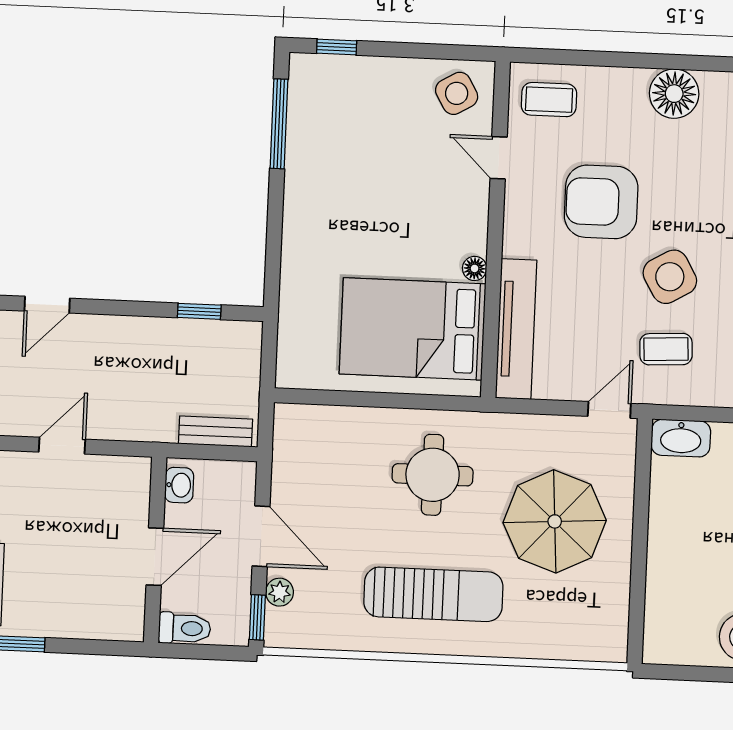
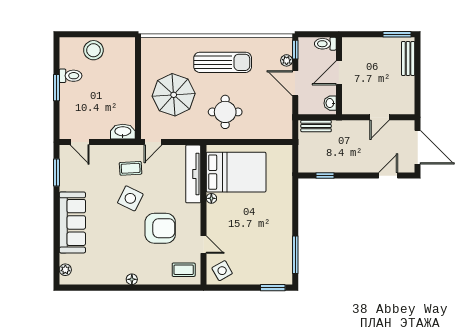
window: (337, 47) -> (273, 288), width x1.50
floor lamp: (674, 94) -> (132, 279), width x0.53, depth x0.53
side table: (670, 277) -> (130, 198), turned -34
sun lounger: (433, 594) -> (223, 62), turned 180

